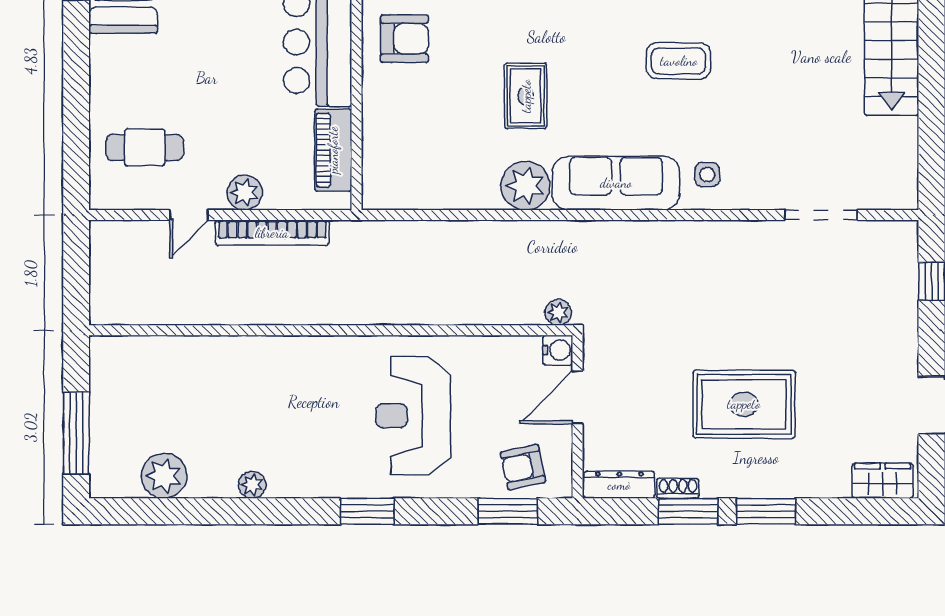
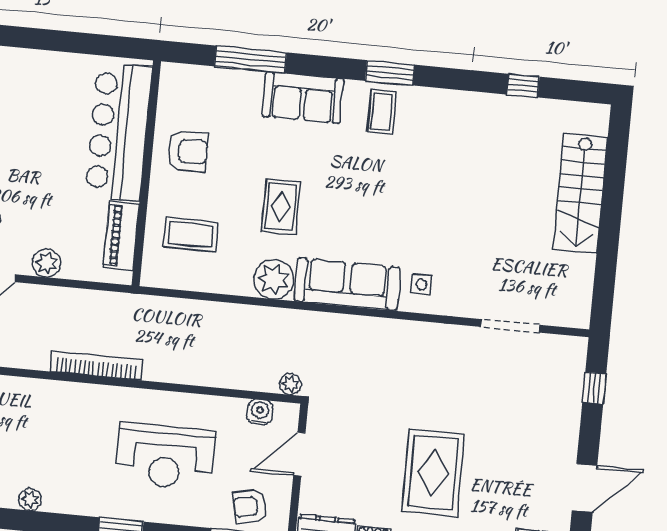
coffee table: (679, 61) -> (191, 234), moved
bookcase: (272, 233) -> (96, 366), moved, turned 180
water cooler: (558, 350) -> (260, 412), moved, turned -90
rug: (744, 404) -> (433, 473), turned 90
reception desk: (413, 416) -> (165, 456), turned -90

